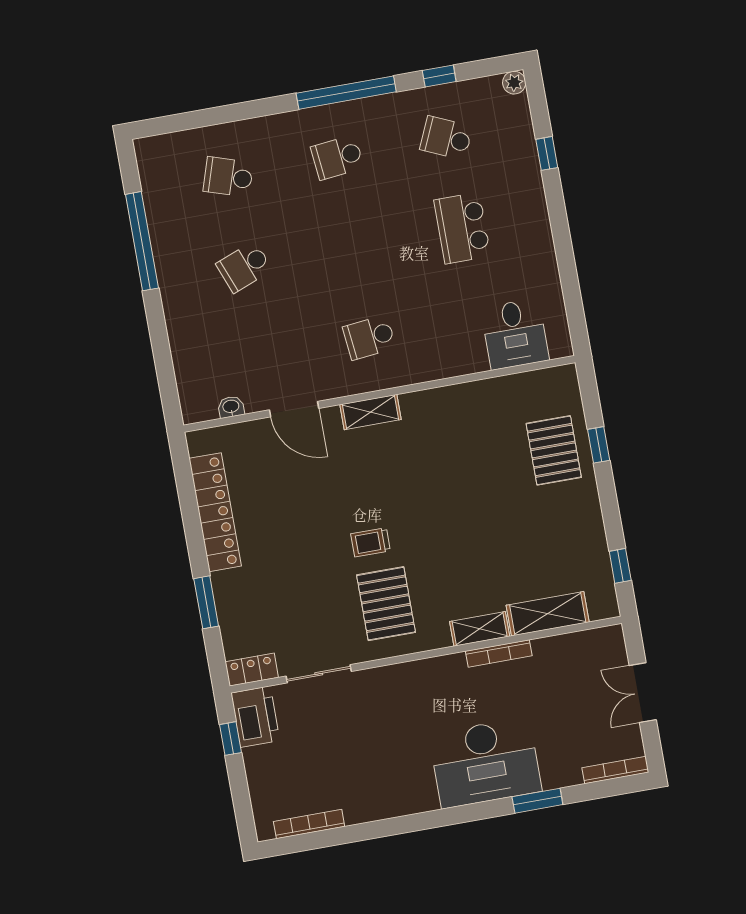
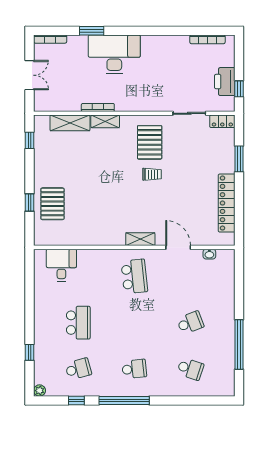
school desk: (446, 138) -> (78, 369), turned -39
school desk: (369, 337) -> (134, 276), width x1.85
printer: (255, 717) -> (225, 82), moved

